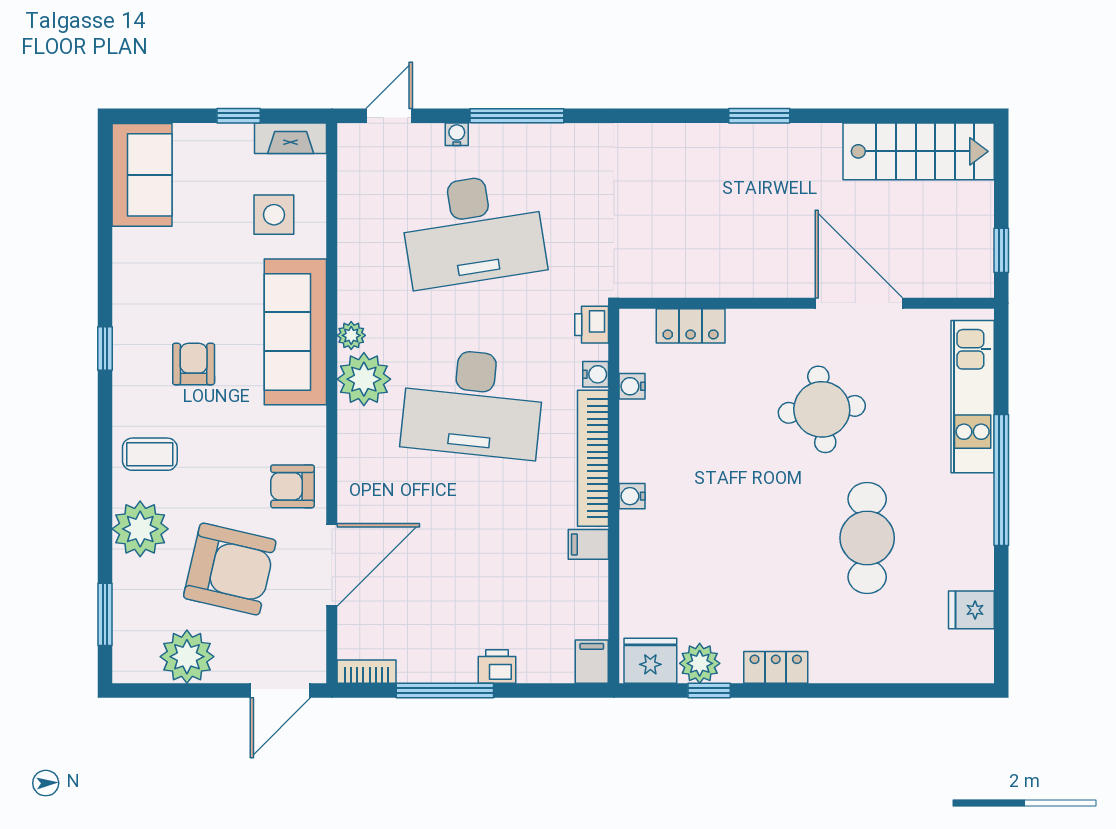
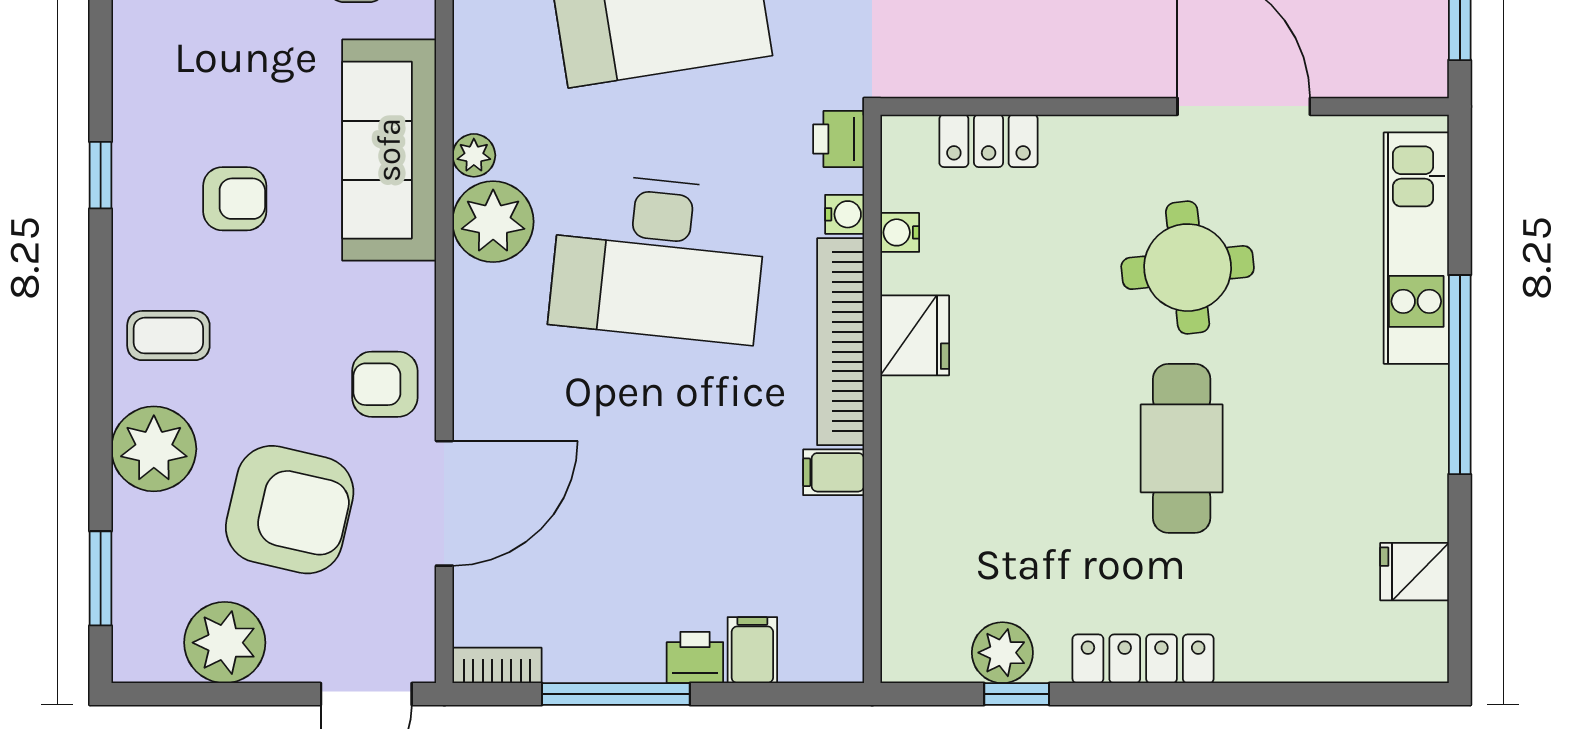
armchair: (194, 364) -> (235, 199), turned 90
water cooler: (632, 496) -> (900, 399), removed
cafe table: (867, 538) -> (1182, 448), moved
fridge: (650, 661) -> (915, 335), moved, turned 90
filing cabinet: (592, 662) -> (752, 650), moved
locker: (776, 667) -> (1143, 659), width x1.53

